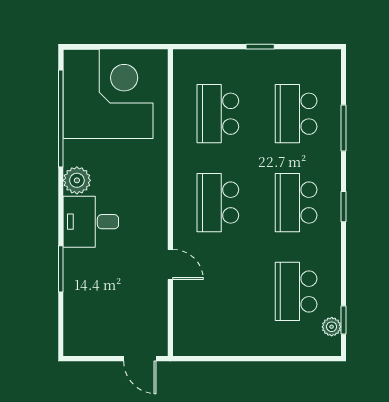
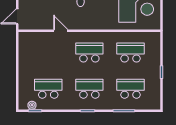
door: (170, 264) -> (61, 31), swing flipped

